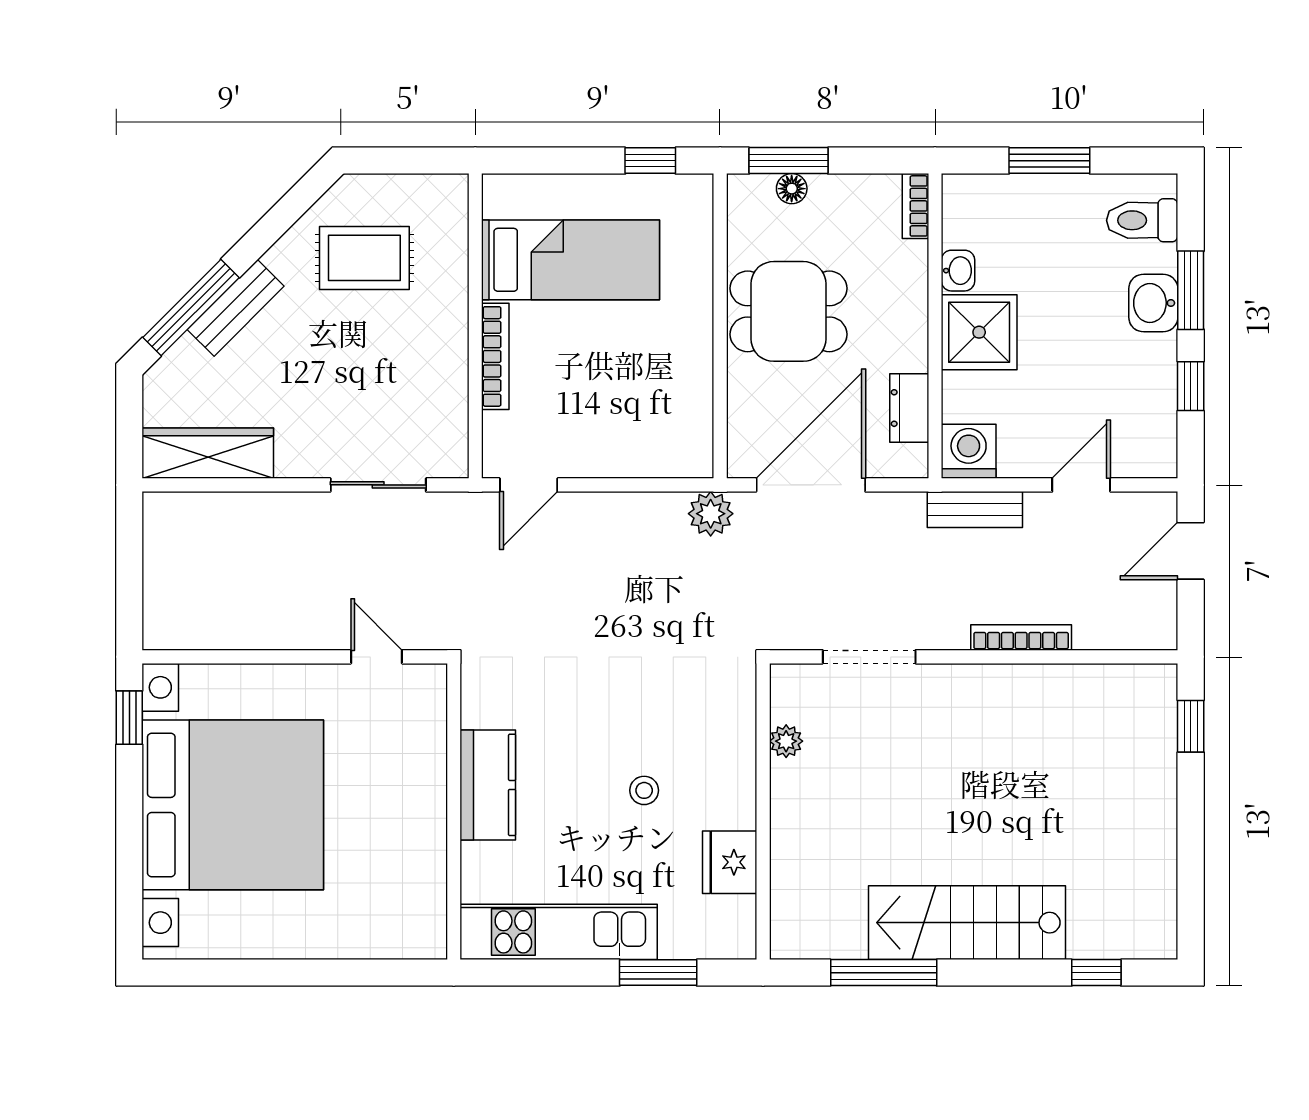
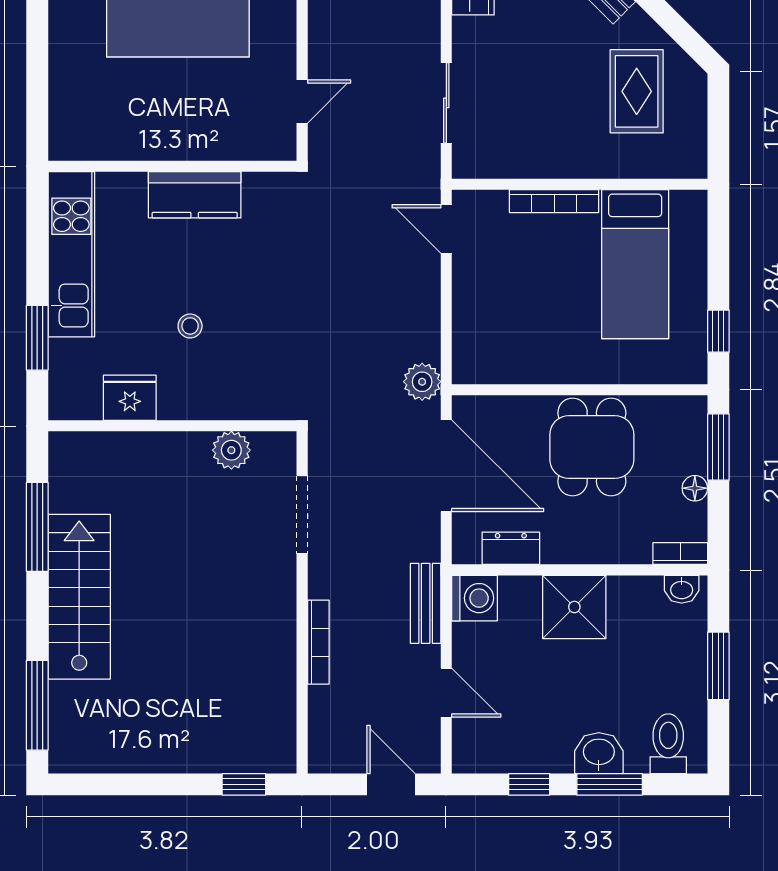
floor lamp: (792, 189) -> (695, 488), moved
washbasin: (958, 271) -> (682, 589), moved
plant: (786, 741) -> (231, 450), width x1.38, depth x1.38
window: (1096, 973) -> (37, 705), width x2.17

